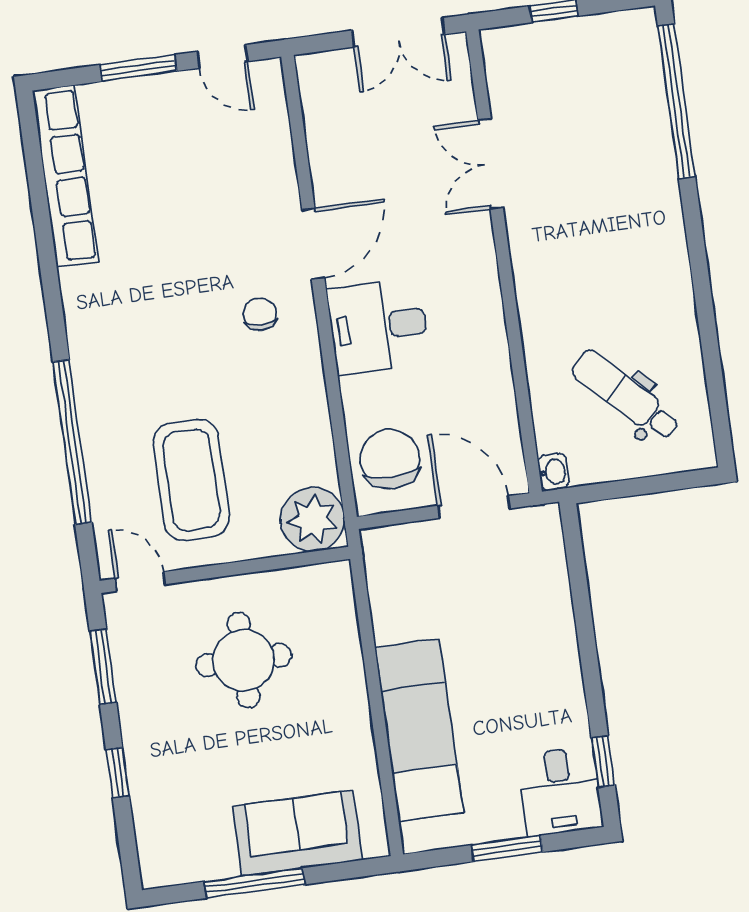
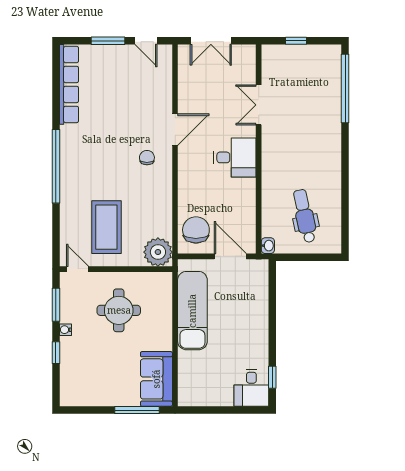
double door: (398, 32) -> (211, 41), moved
desk: (378, 326) -> (235, 157), moved, turned 180
dental chair: (626, 395) -> (305, 216), turned 33
window: (72, 442) -> (56, 166), moved
water cooler: (132, 719) -> (65, 330), added
exam couch: (419, 730) -> (192, 311), moved
sofa: (297, 833) -> (156, 379), moved, turned -90
window: (507, 848) -> (224, 410), removed
window: (254, 883) -> (137, 410), moved

